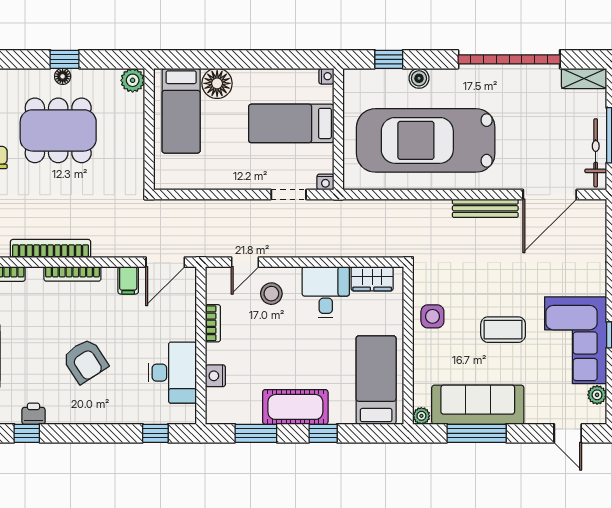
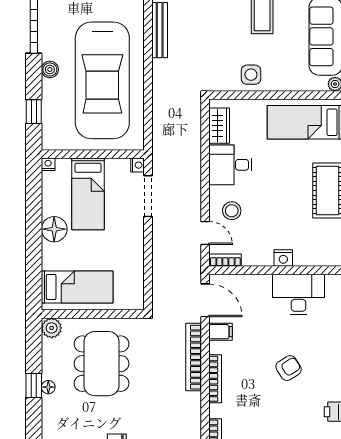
boiler: (419, 78) -> (50, 69), moved
floor lamp: (217, 83) -> (54, 229), moved
dining table: (58, 130) -> (102, 364), moved
doorway: (289, 195) -> (148, 196), width x1.38
bookcase: (51, 248) -> (194, 357), moved
bookcase: (213, 323) -> (225, 260), moved
armchair: (85, 361) -> (289, 368), width x0.72, depth x0.72
nightstand: (215, 376) -> (283, 258), moved

